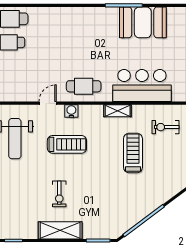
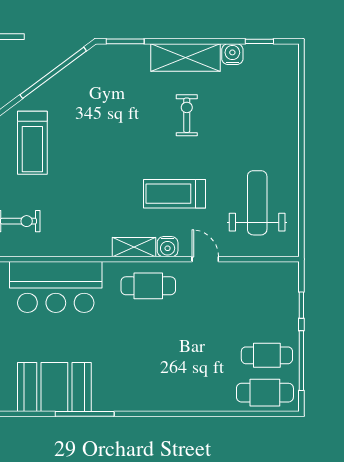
door: (48, 103) -> (205, 259), swing flipped
shelving: (118, 111) -> (134, 247), moved
treadmill: (133, 153) -> (32, 143), moved
water cooler: (30, 232) -> (232, 54), added

